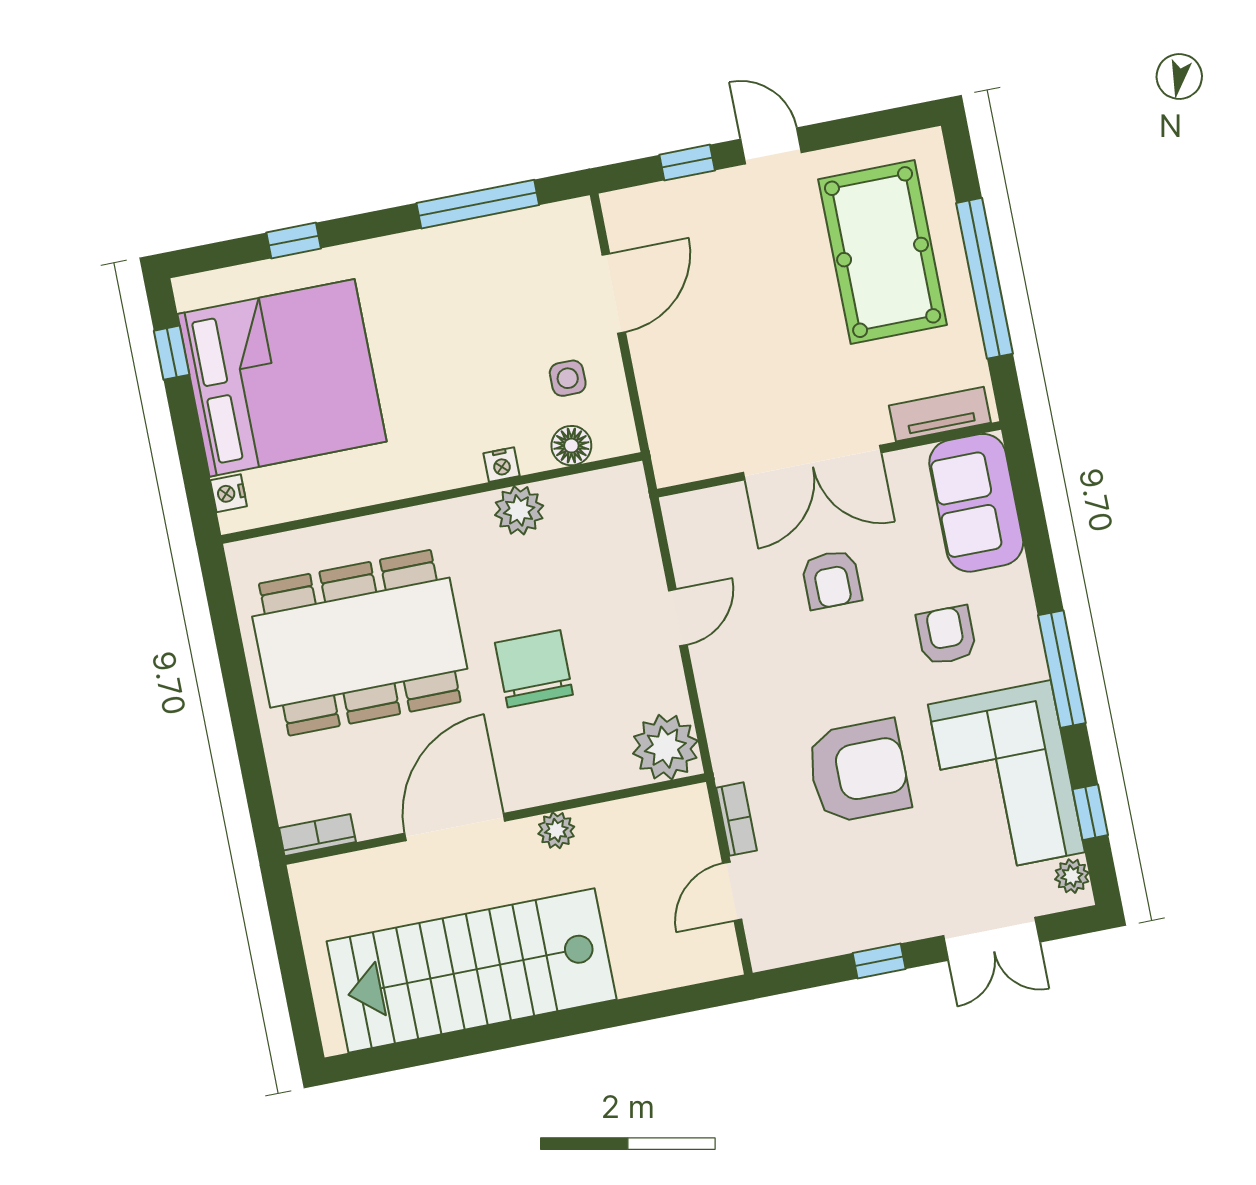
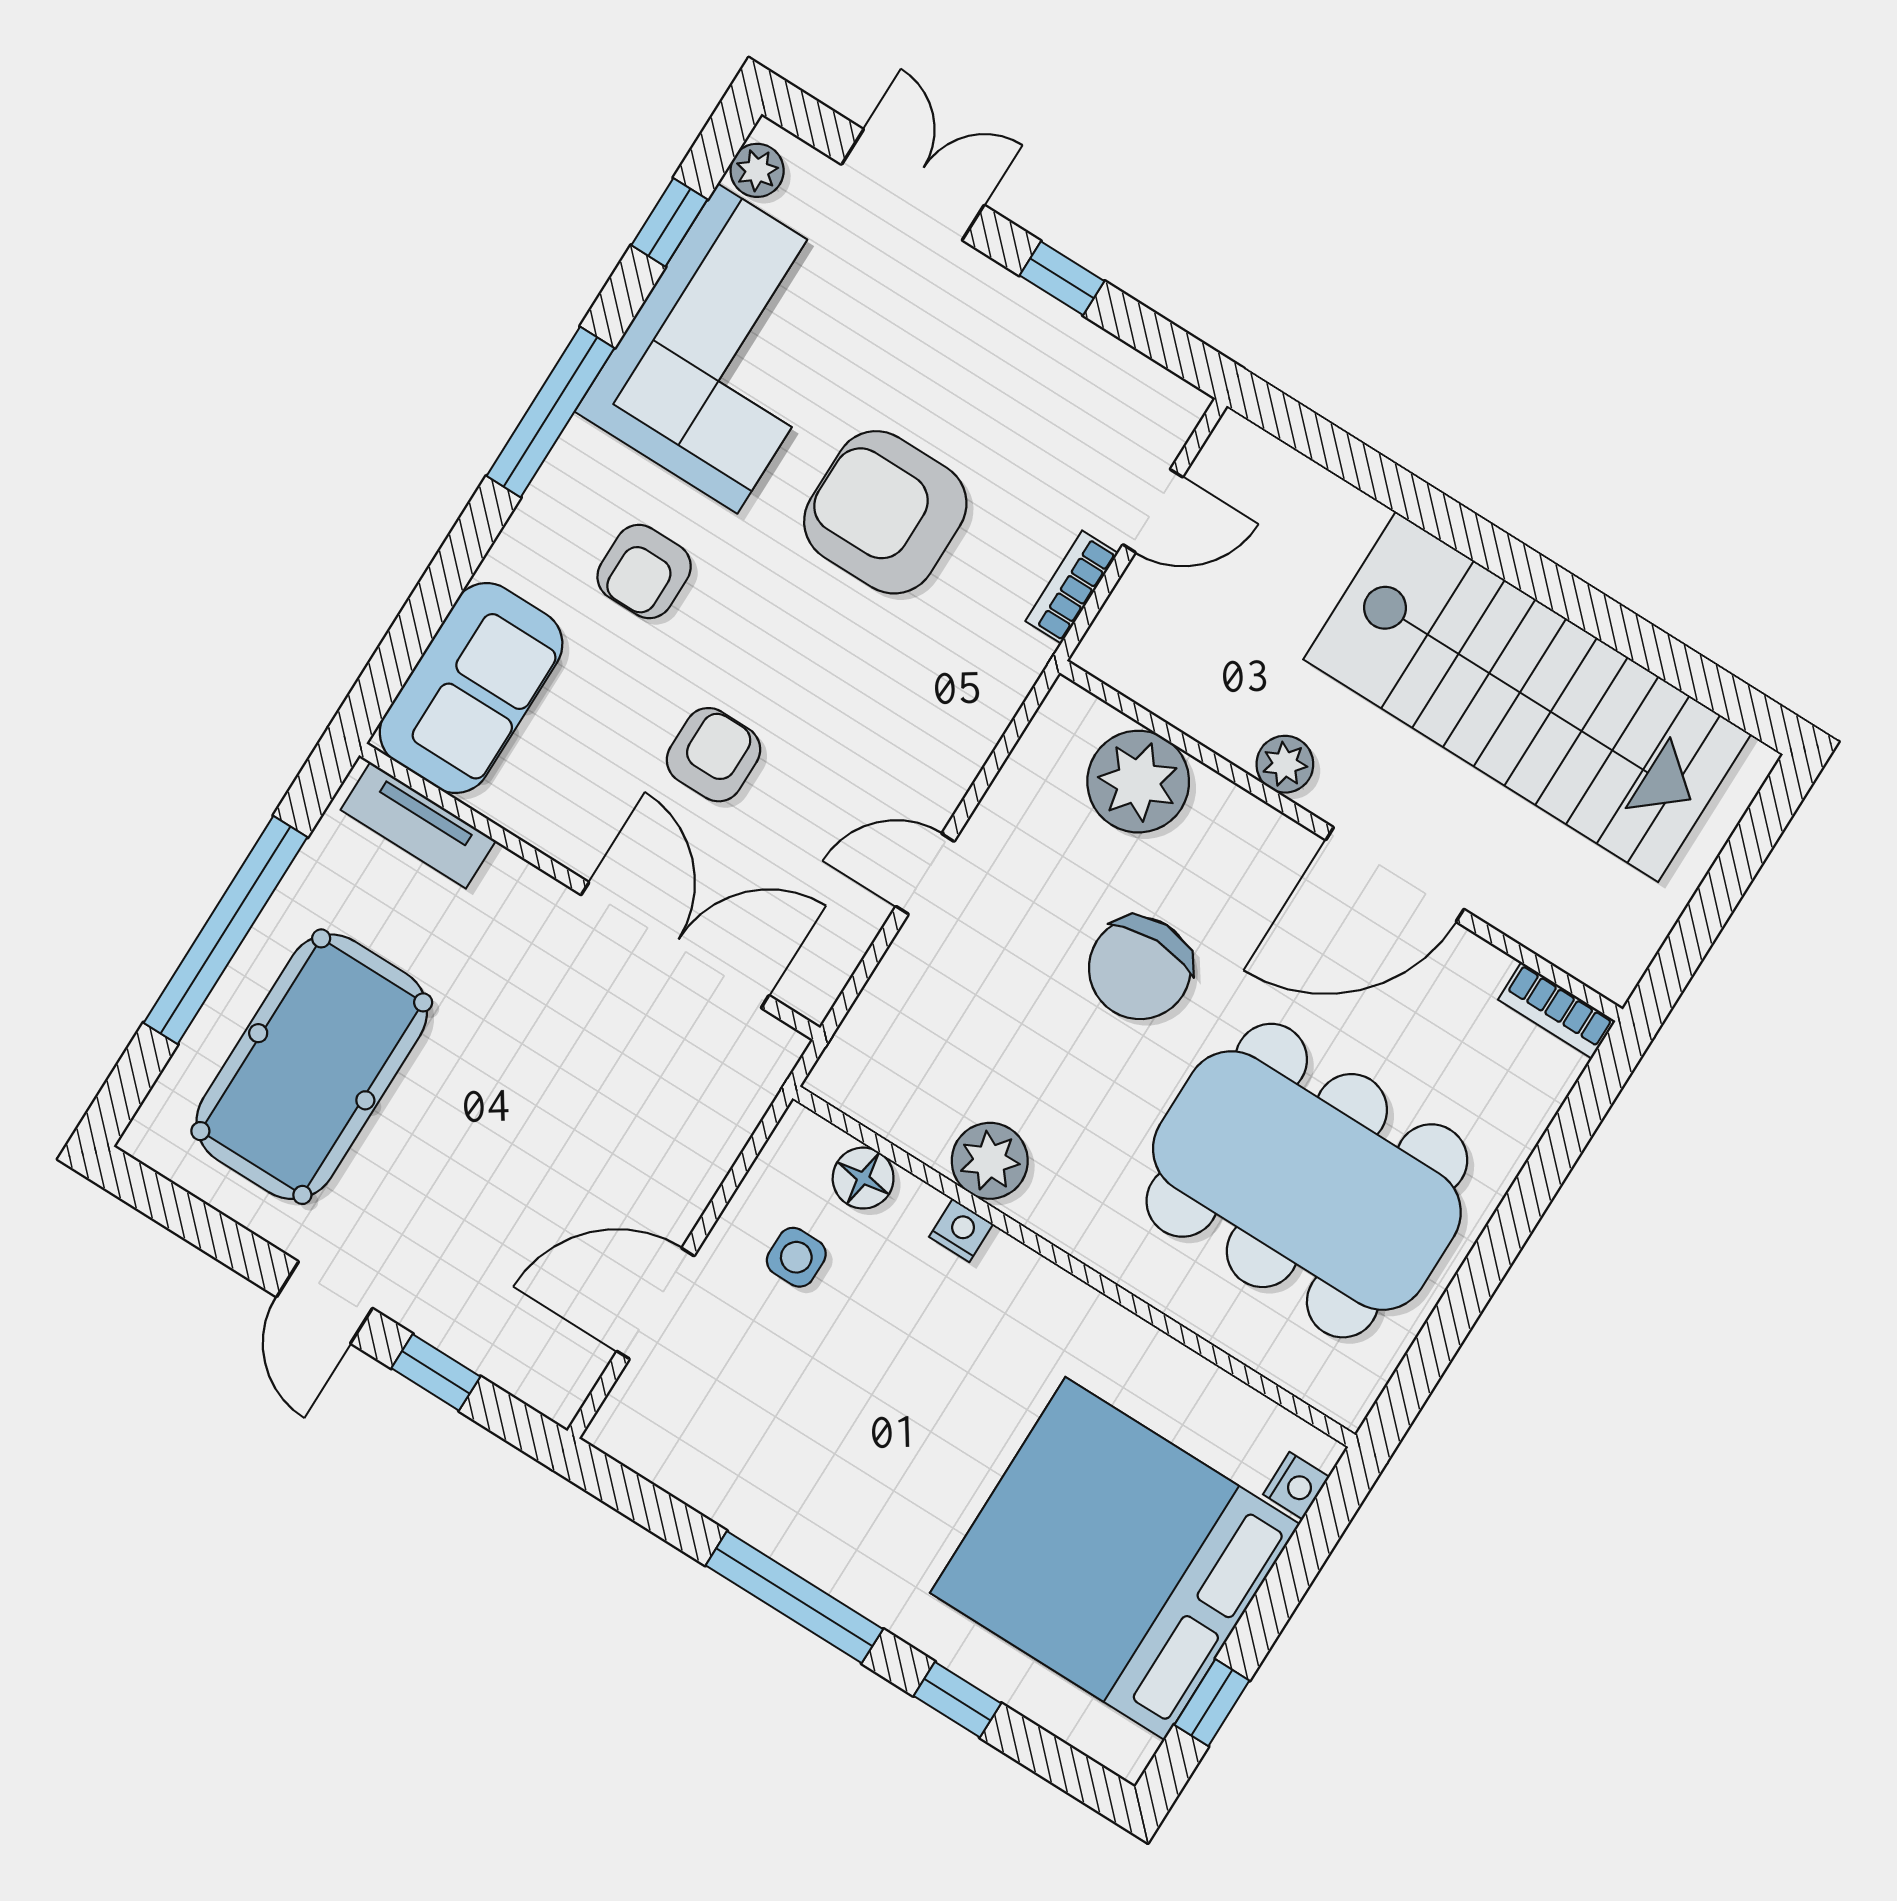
window: (478, 204) -> (794, 1597), moved
double door: (812, 463) -> (675, 945), moved
plant: (665, 747) -> (1138, 782), moved

